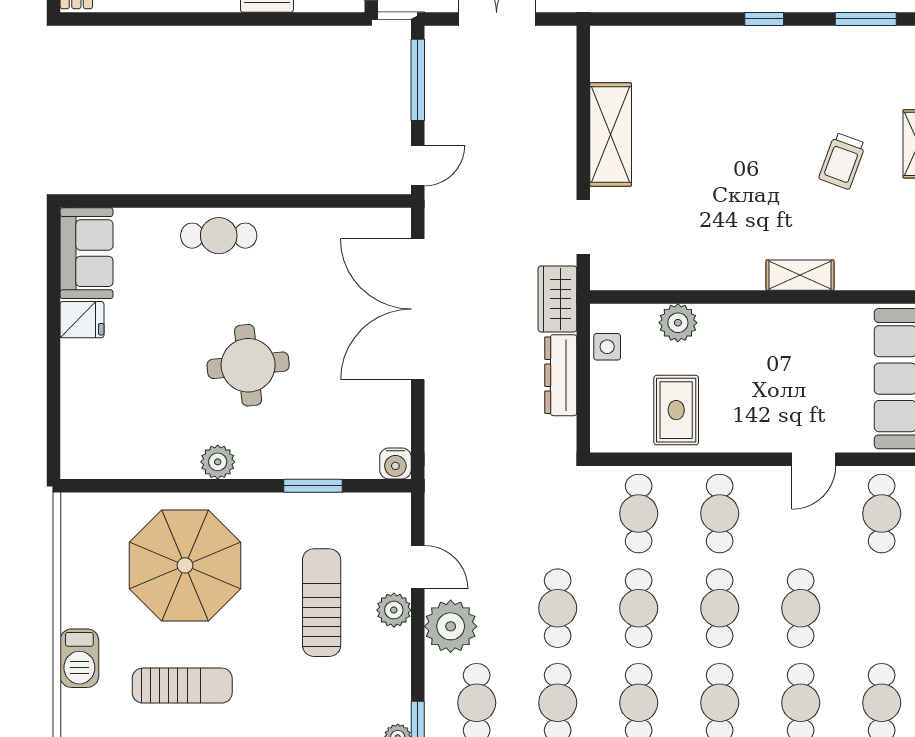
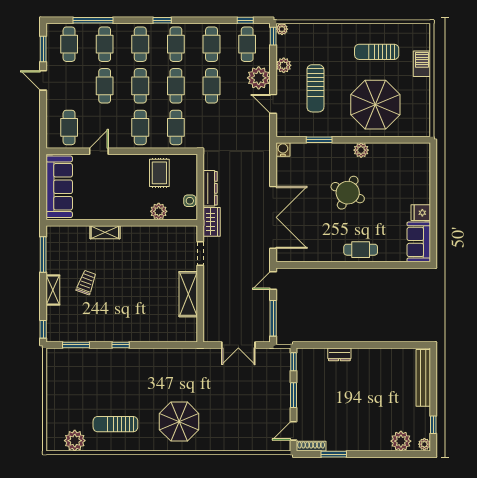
round table: (248, 365) -> (348, 193), turned 32
plant: (394, 610) -> (284, 65), moved

